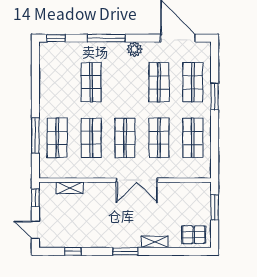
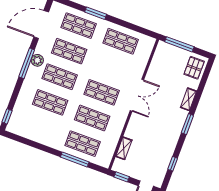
window: (106, 38) -> (27, 63), moved
shop shelf: (159, 138) -> (60, 77), moved
window: (215, 207) -> (179, 44), width x1.44

